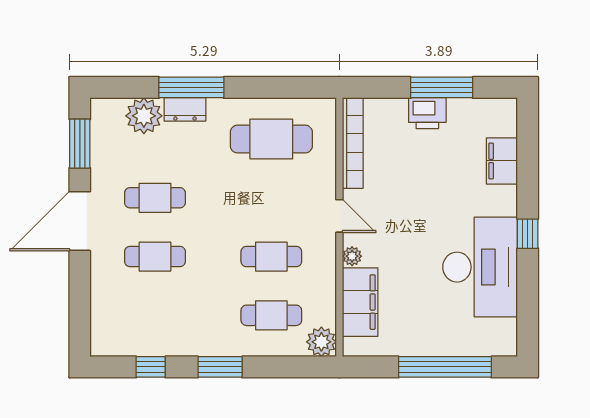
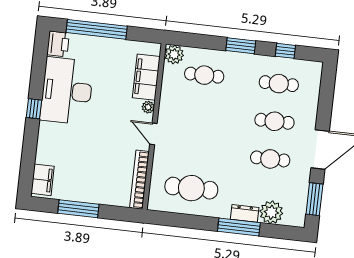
printer: (427, 113) -> (58, 44), moved, turned 90
filing cabinet: (502, 161) -> (43, 180), moved
cafe table: (271, 257) -> (279, 84), moved

